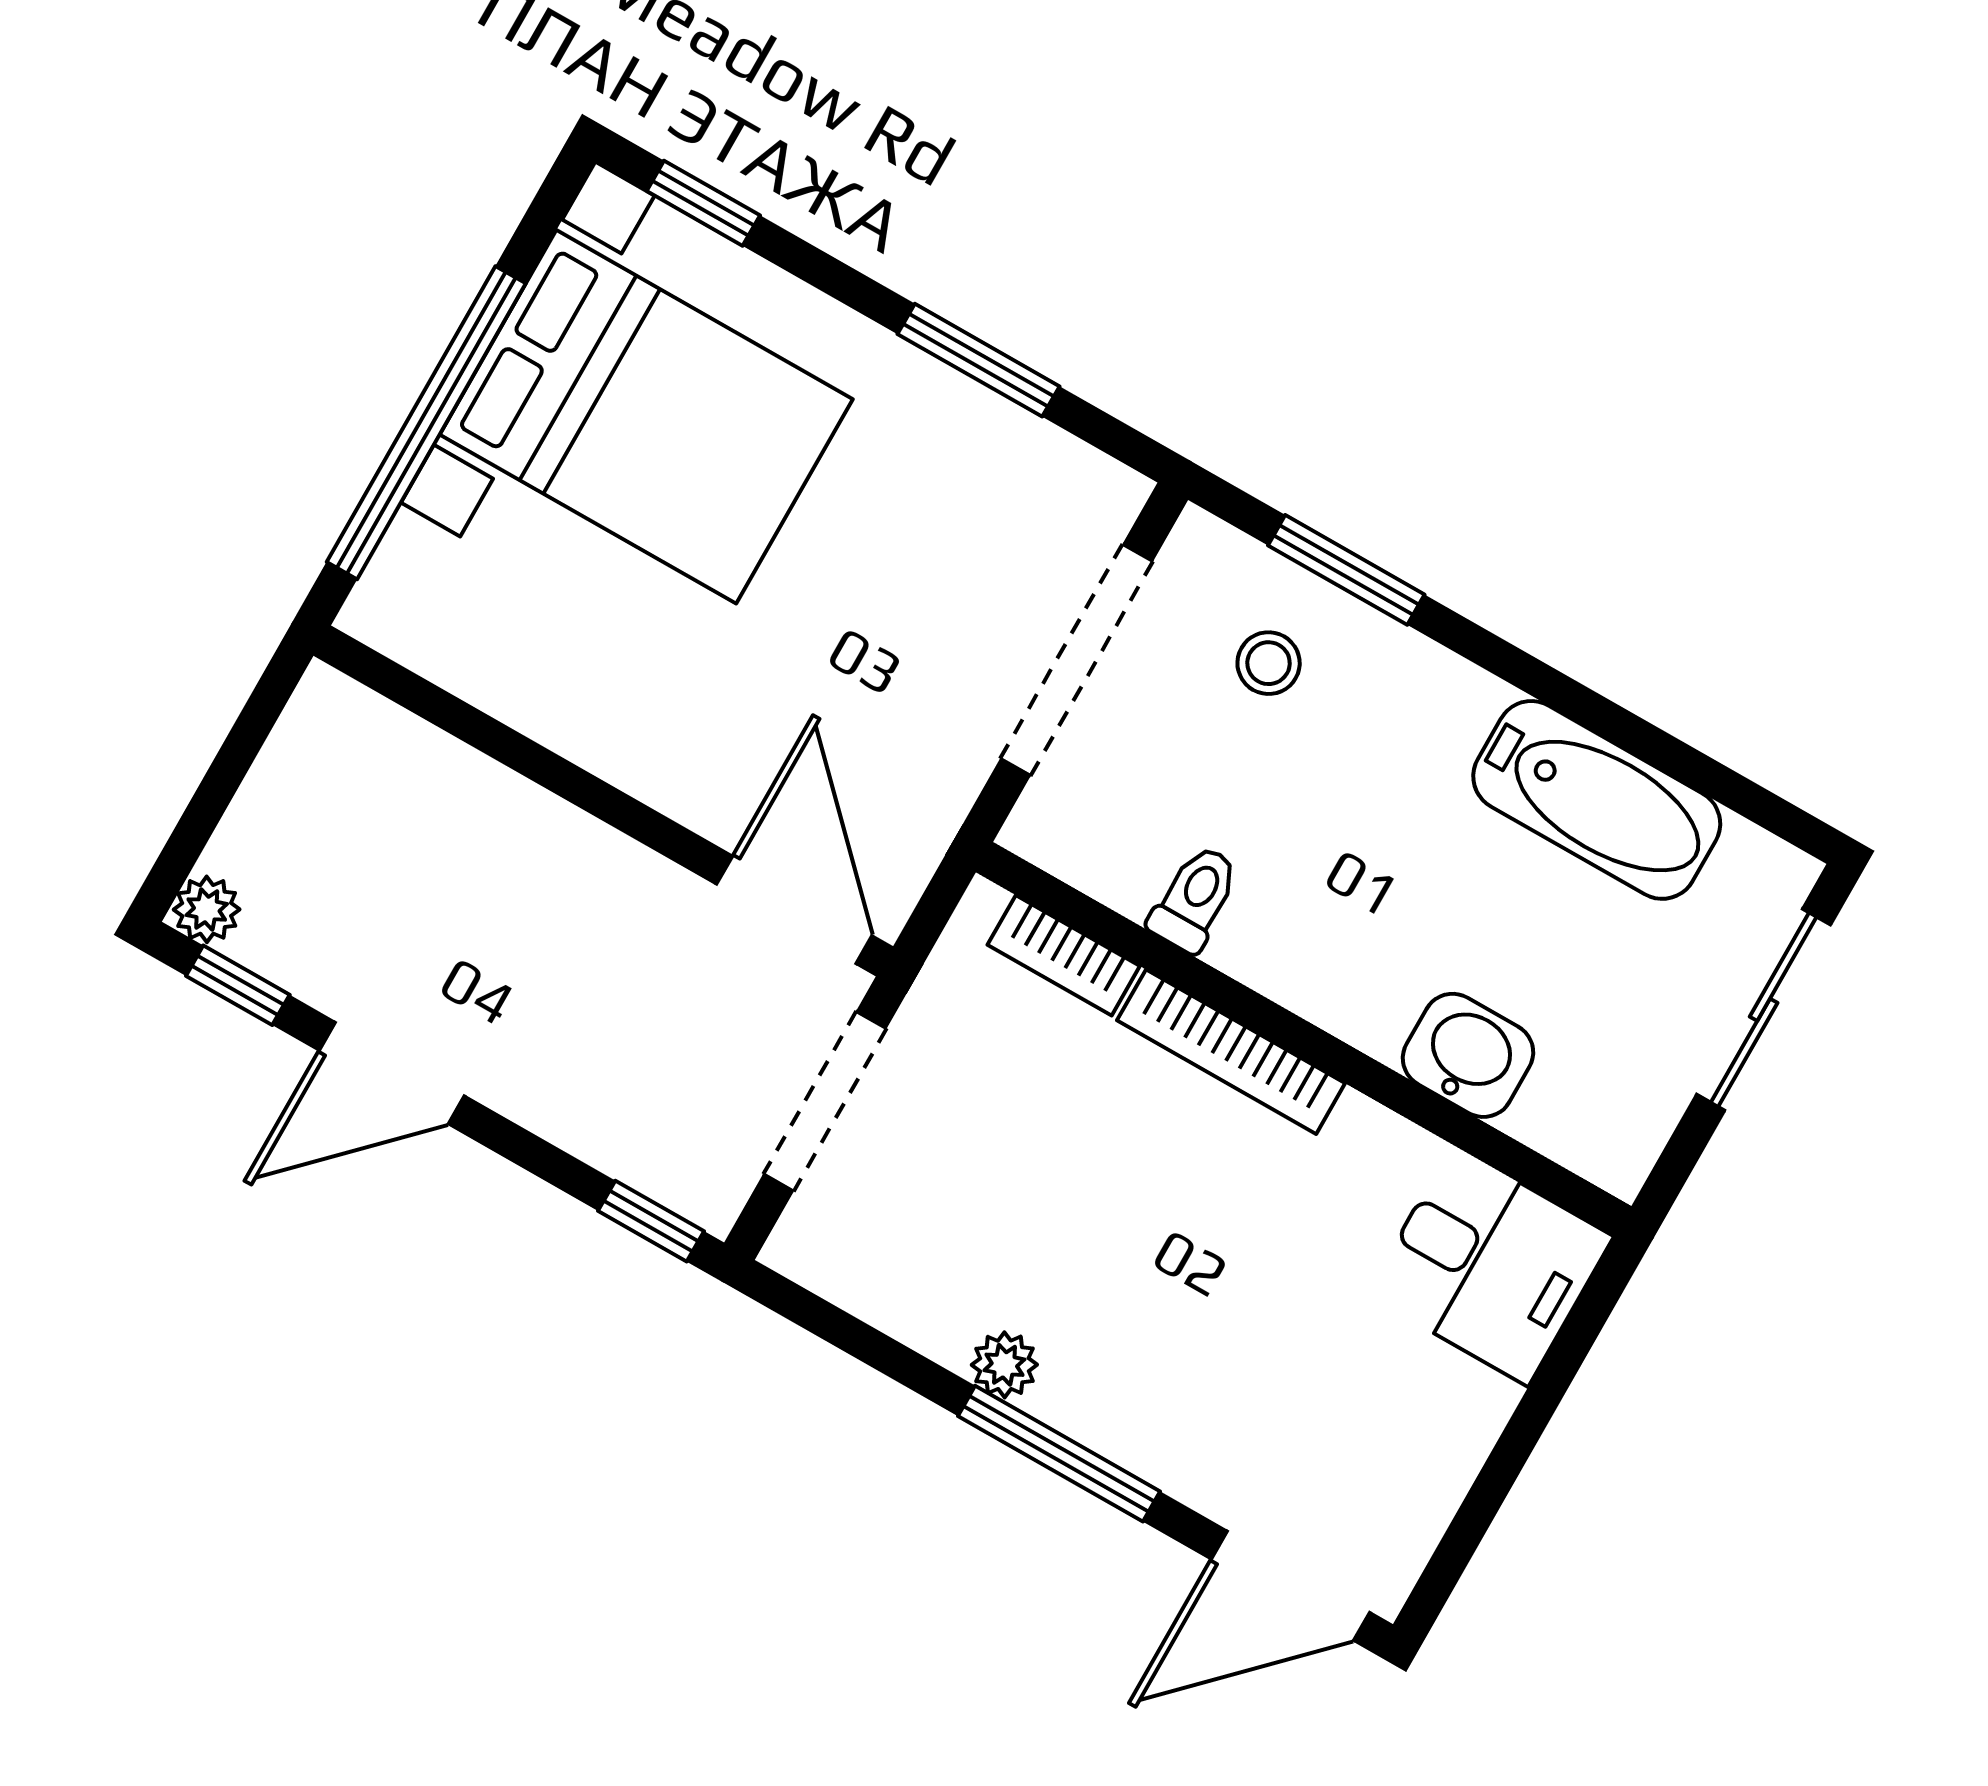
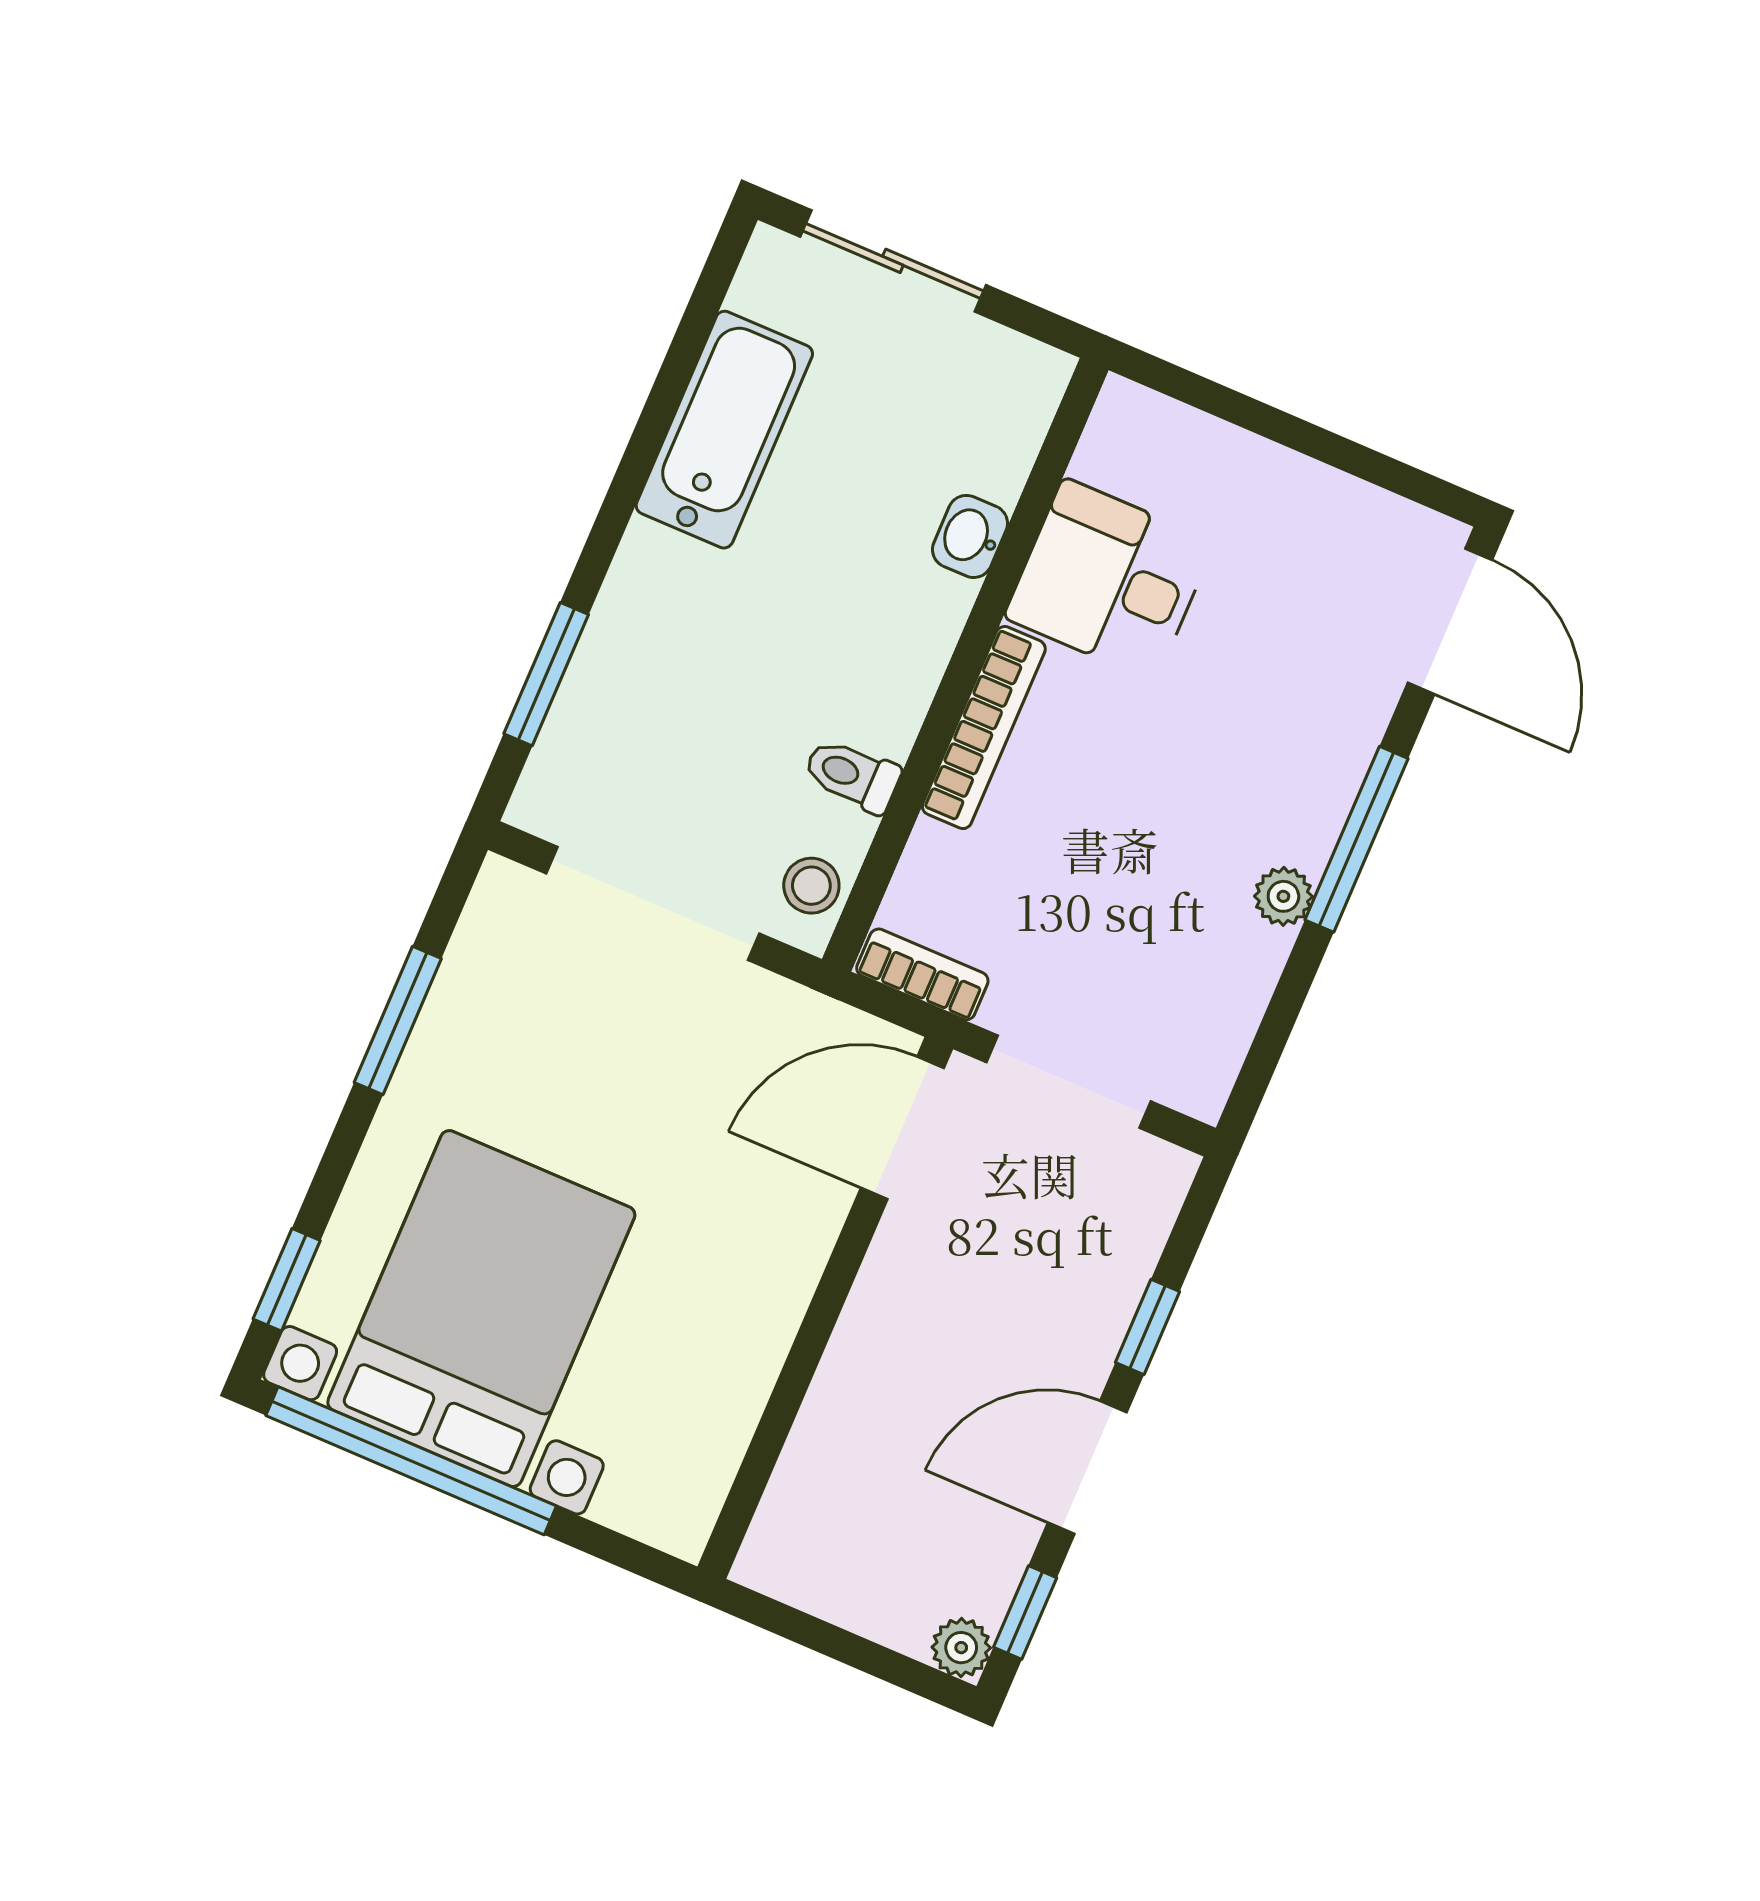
window: (426, 423) -> (411, 1461), moved
stool: (1269, 663) -> (811, 886), moved
bookcase: (1064, 955) -> (922, 974), moved, turned -90
washbasin: (1468, 1055) -> (970, 536), width x0.72, depth x0.69
door: (392, 1073) -> (1087, 1468), swing flipped
window: (651, 1221) -> (1148, 1327), moved
desk: (1490, 1265) -> (1109, 580), moved, turned -90

